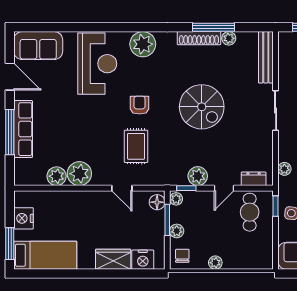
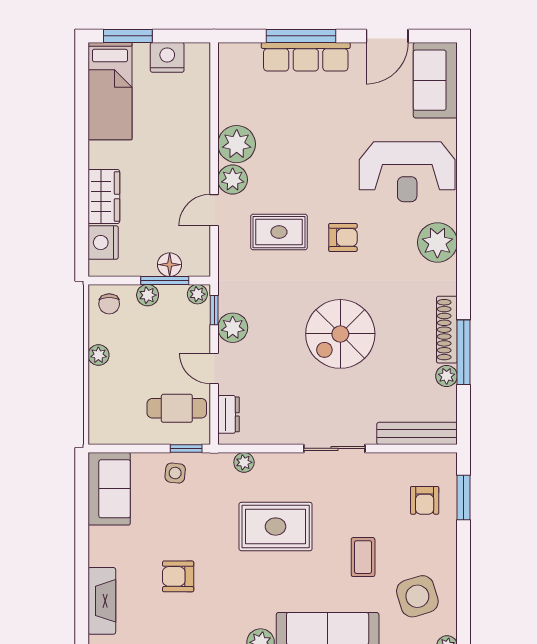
plant: (57, 176) -> (233, 180), moved
floor lamp: (157, 202) -> (170, 265), moved
chair: (182, 256) -> (109, 304), turned 90

